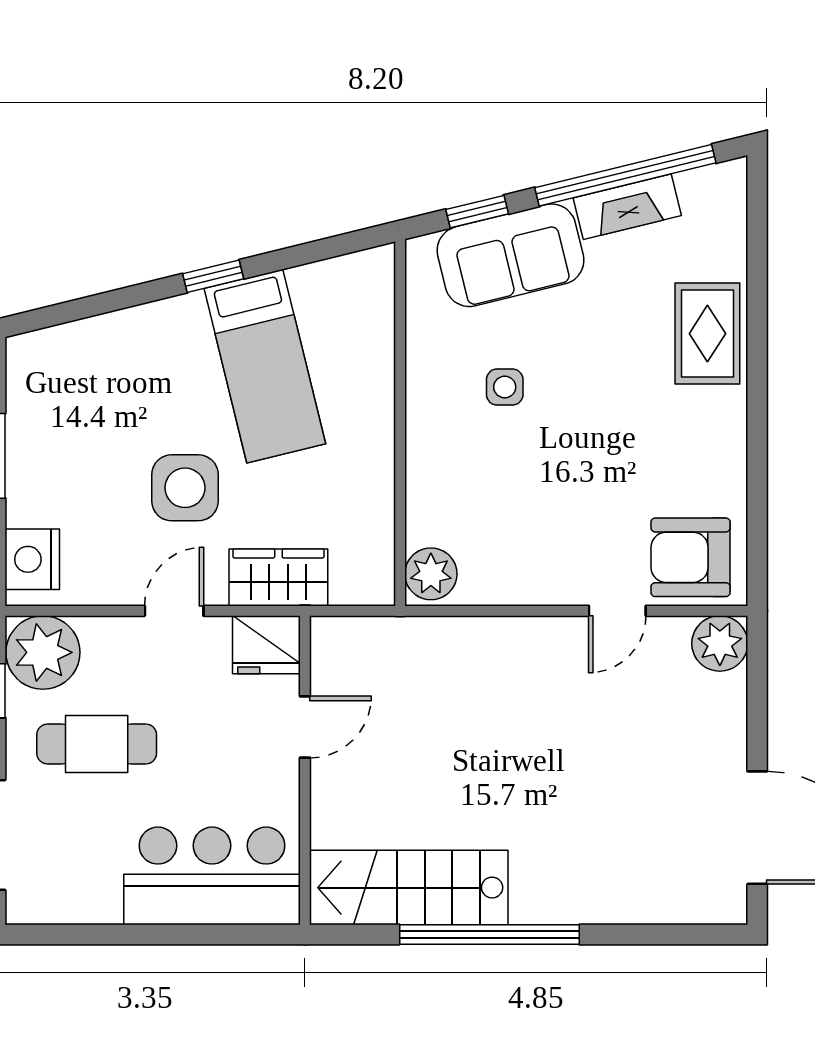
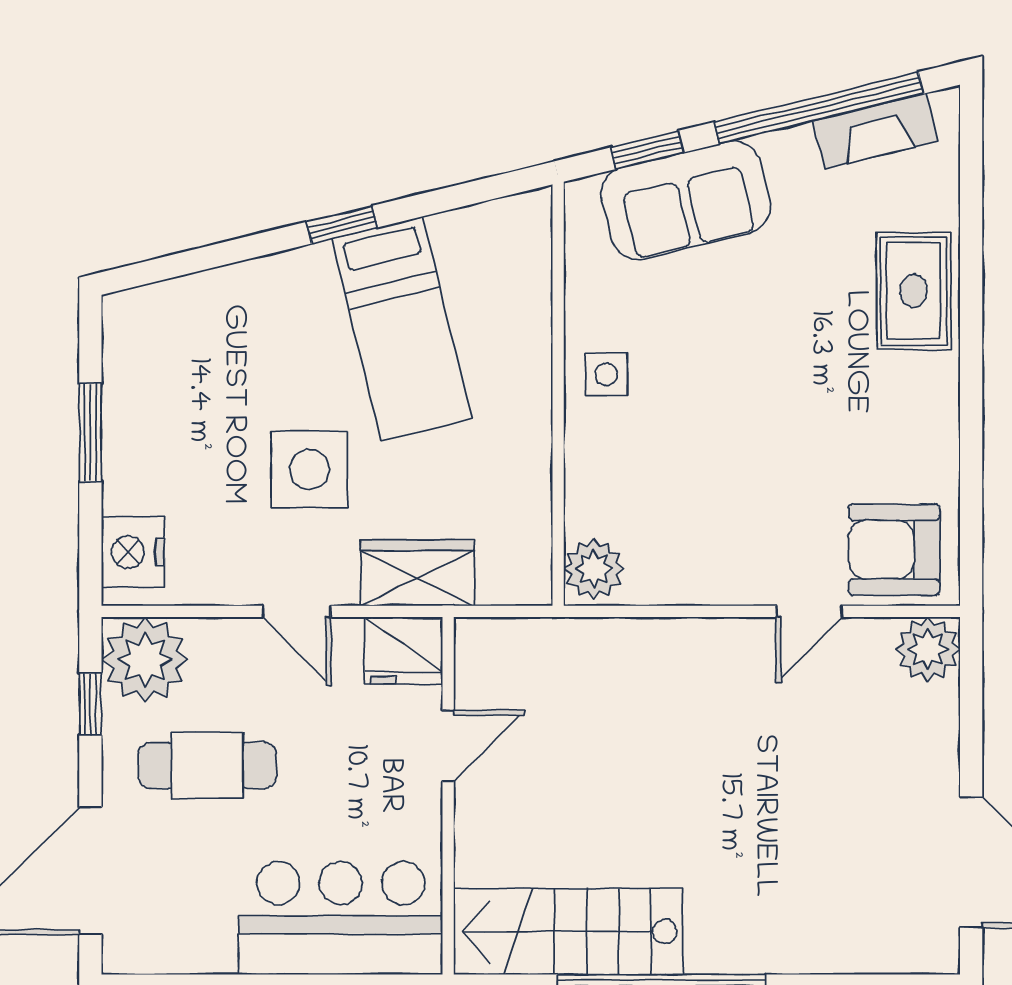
fireplace: (627, 207) -> (876, 131), moved
side table: (505, 387) -> (606, 374), moved
door: (174, 611) -> (297, 611), swing flipped

